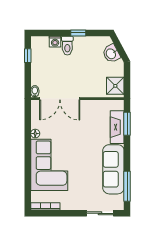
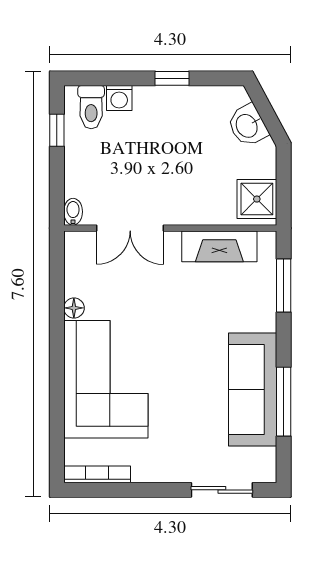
toilet: (67, 46) -> (91, 107), moved
double door: (60, 99) -> (130, 228), width x0.73
fireplace: (117, 127) -> (219, 246), moved, turned -90
window: (127, 186) -> (284, 402), moved

